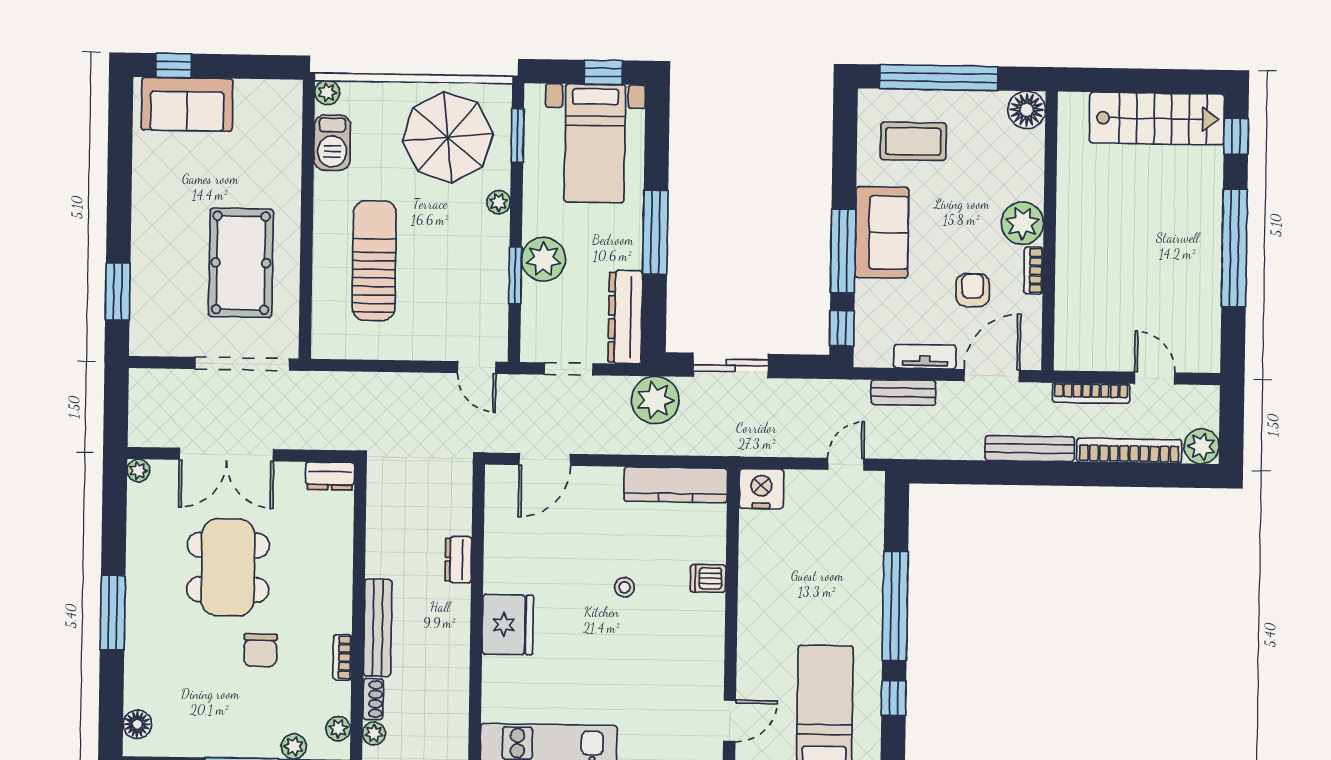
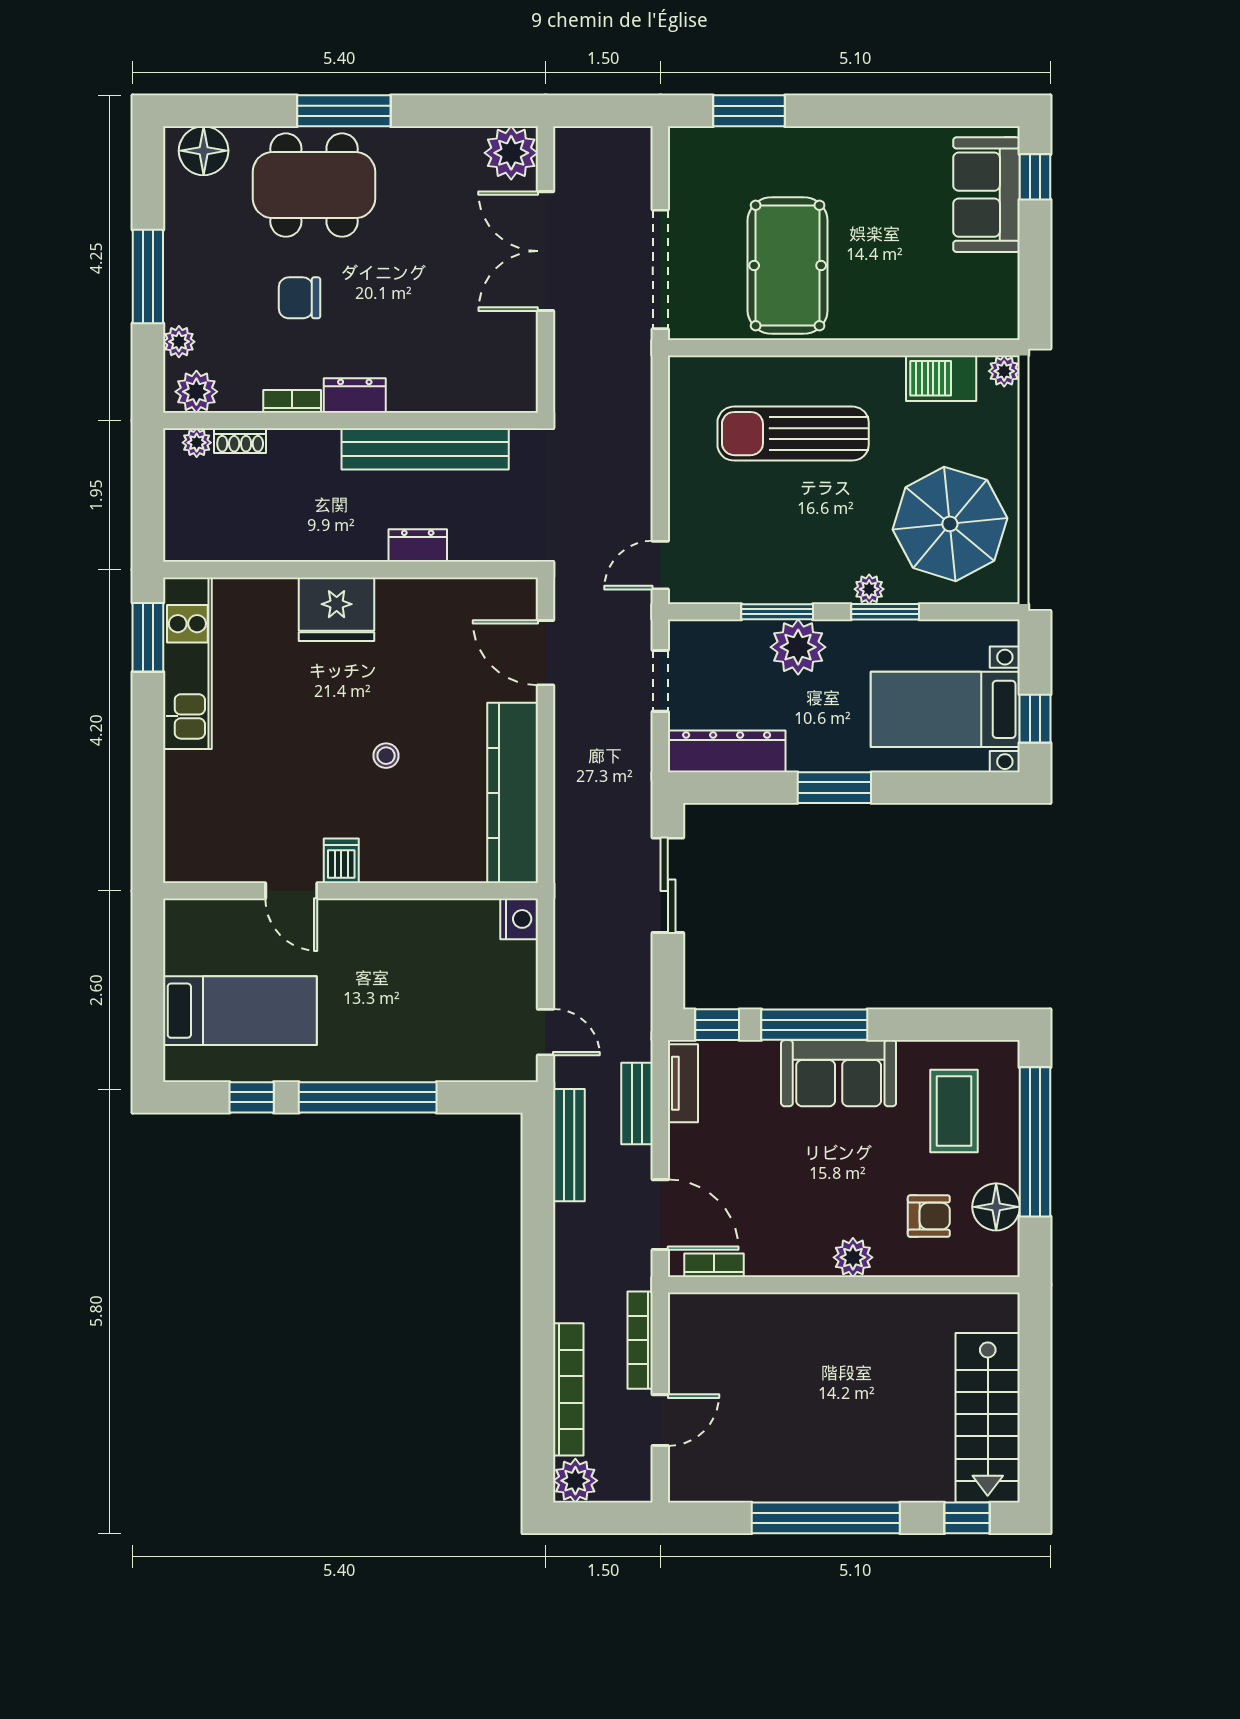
floor lamp: (1027, 110) -> (996, 1207), moved
window: (517, 135) -> (885, 612), moved
plant: (1022, 223) -> (853, 1257), width x0.73, depth x0.73
window: (655, 232) -> (834, 788), width x0.69
sun lounger: (374, 261) -> (793, 434), turned 180
pool table: (241, 263) -> (788, 265), turned 90
bookcase: (1034, 271) -> (714, 1265), moved
armchair: (973, 290) -> (929, 1216), moved
tv unit: (925, 357) -> (683, 1083), moved
plant: (655, 400) -> (623, 791), removed
bench: (1030, 449) -> (569, 1145), moved
plant: (138, 471) -> (511, 153), width x1.87, depth x1.87
dresser: (330, 476) -> (355, 395), moved, turned 90
kitchen counter: (676, 485) -> (513, 793), width x1.39, depth x1.17
nightstand: (761, 489) -> (519, 919), width x0.74, depth x0.75
dining table: (228, 567) -> (314, 185), moved
dishwasher: (708, 578) -> (341, 861), moved
bench: (378, 628) -> (425, 449), moved, width x1.37, depth x1.21
door: (730, 721) -> (291, 891), moved
floor lamp: (137, 724) -> (204, 151), width x1.38, depth x1.38
plant: (338, 729) -> (196, 392), width x1.38, depth x1.38

